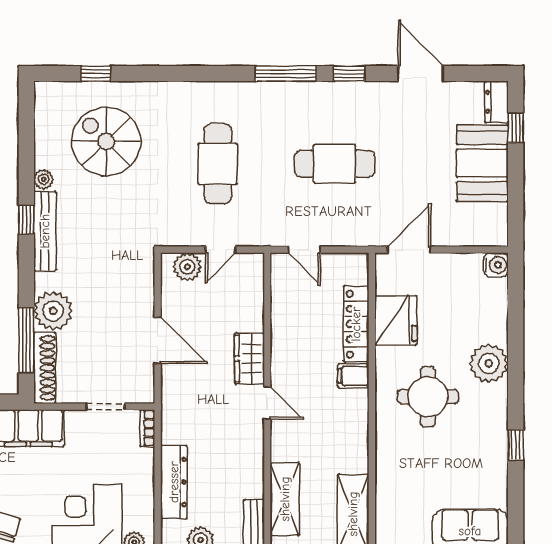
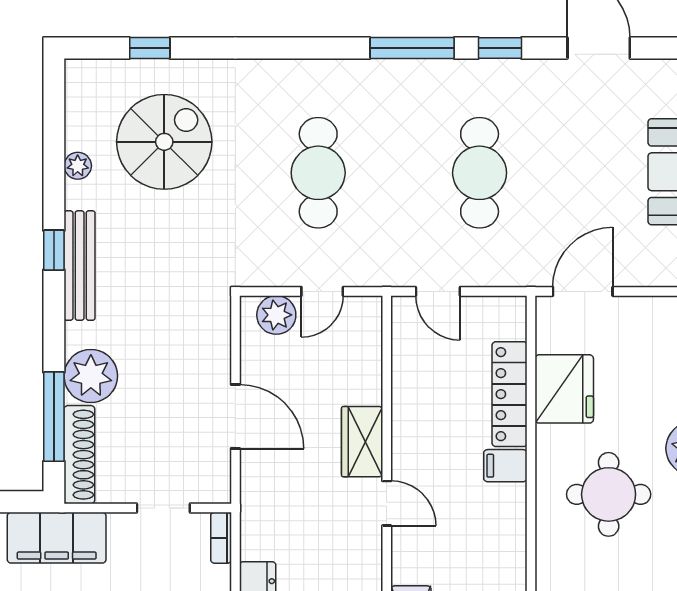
spiral stairs: (106, 141) -> (164, 142), turned 90
cafe table: (334, 164) -> (480, 173), turned 90
plant: (44, 179) -> (78, 166), moved

